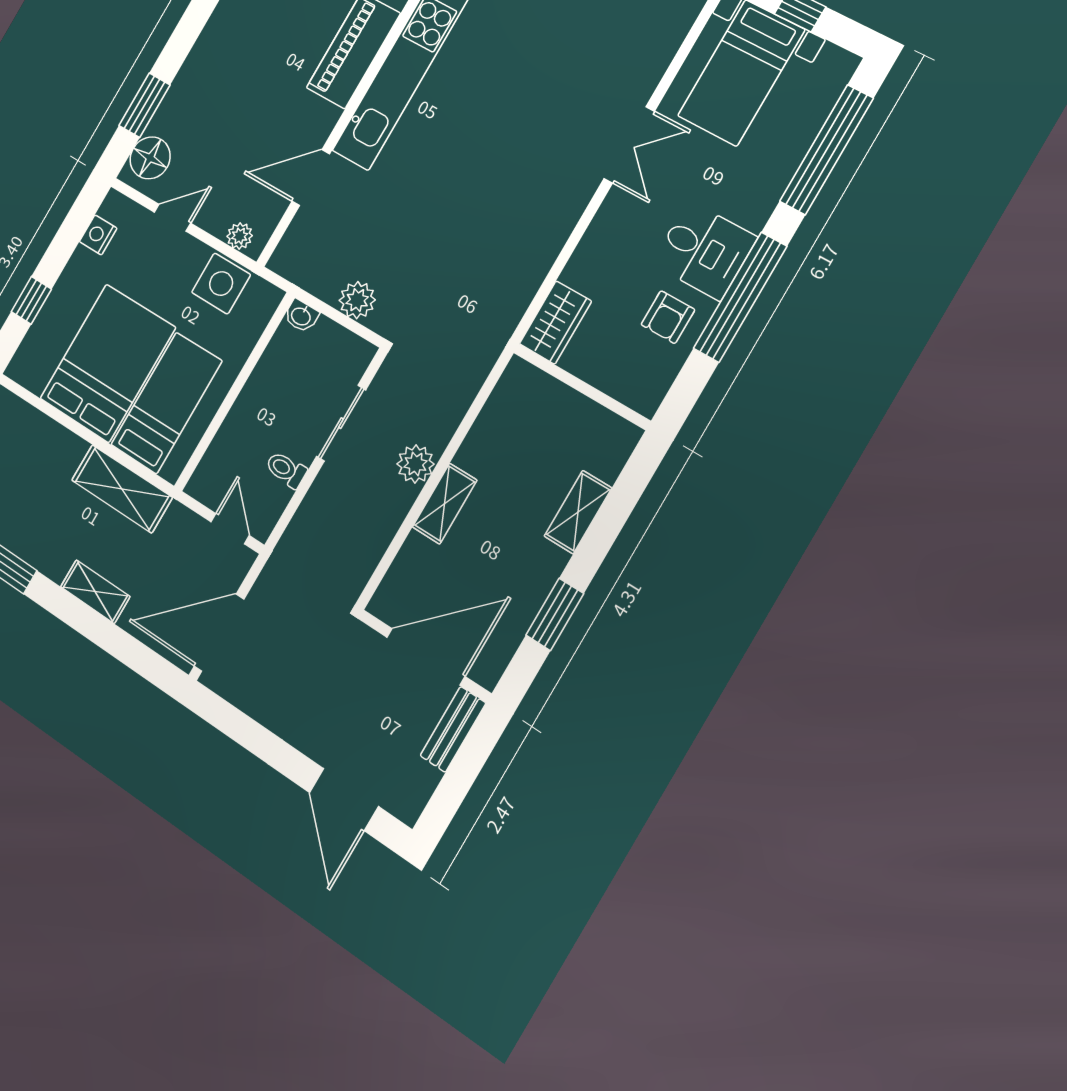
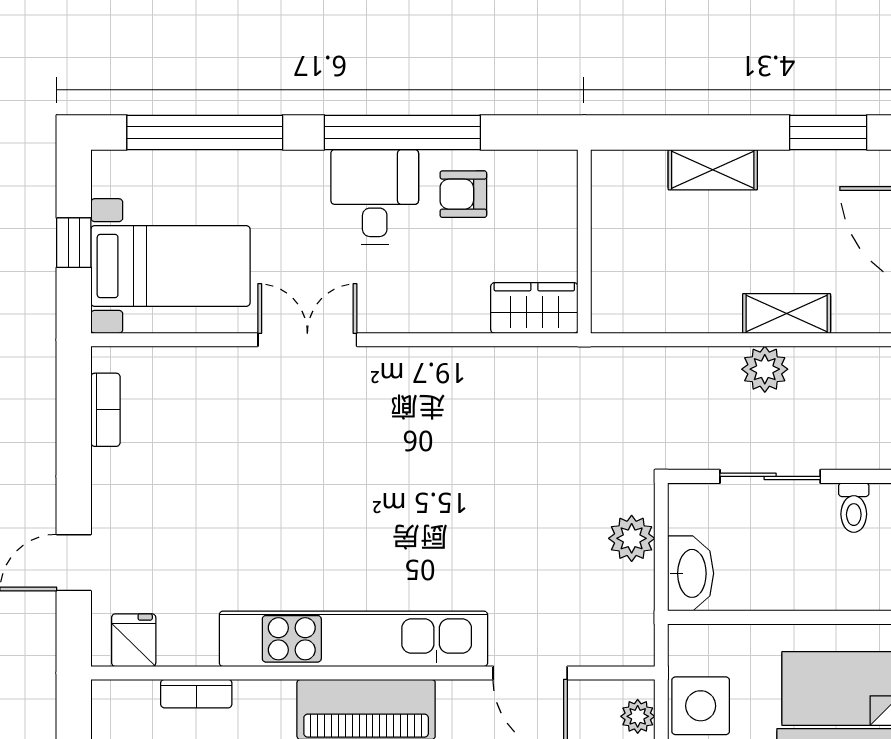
washbasin: (301, 316) -> (691, 573), width x1.91, depth x1.45
armchair: (668, 317) -> (463, 194), turned 180

